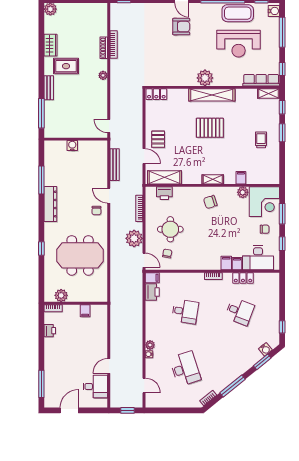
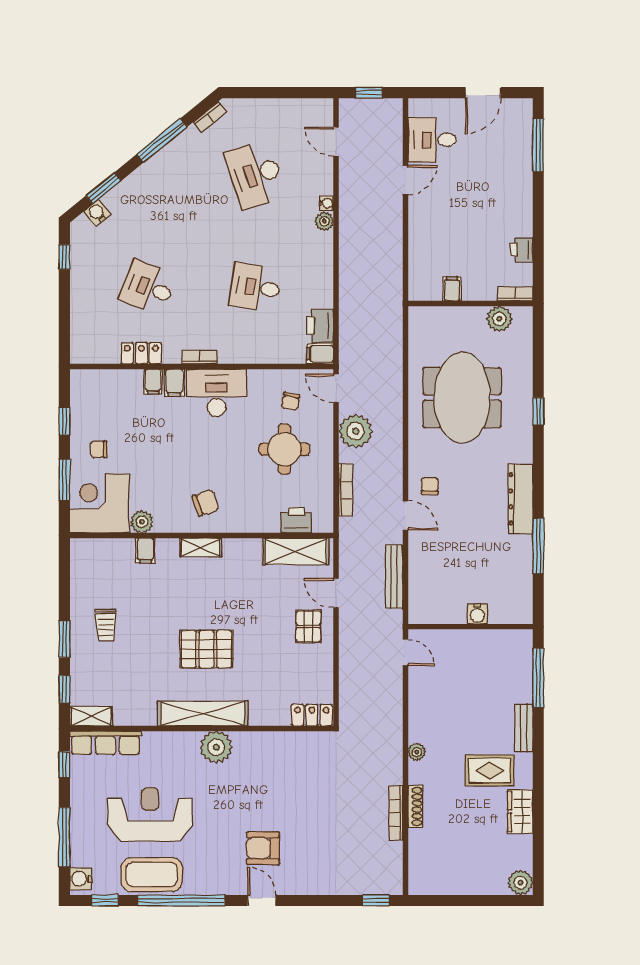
meeting table: (80, 255) -> (462, 398), turned 90
desk: (258, 258) -> (217, 393), moved

